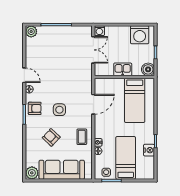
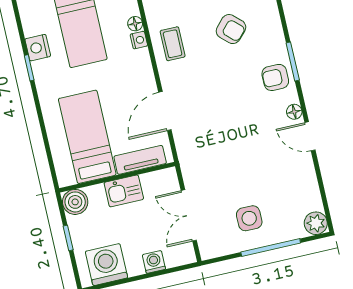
washing machine: (99, 31) -> (154, 262), moved
tv unit: (111, 83) -> (140, 160), added
side table: (59, 110) -> (249, 218), moved

